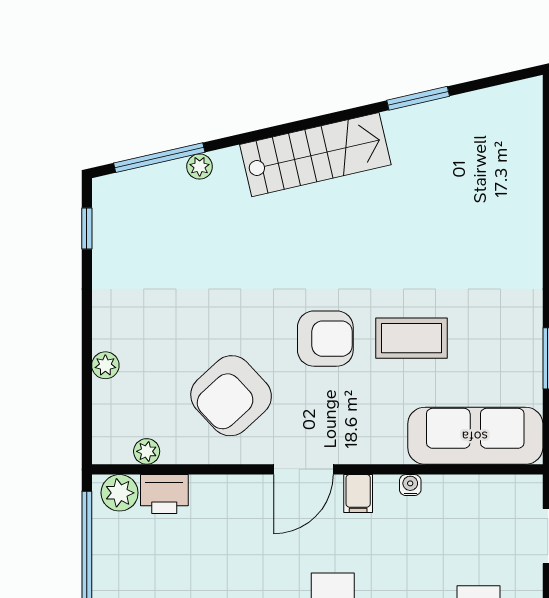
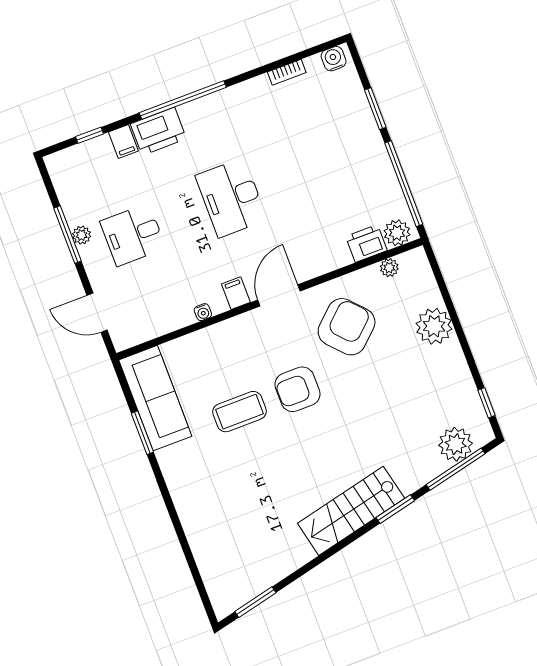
window: (418, 98) -> (255, 602), moved
window: (257, 135) -> (395, 509), added
plant: (200, 167) -> (456, 444), moved, width x1.87, depth x1.87
plant: (105, 365) -> (434, 326), width x1.87, depth x1.87
sofa: (475, 436) -> (155, 398), moved, turned -90

